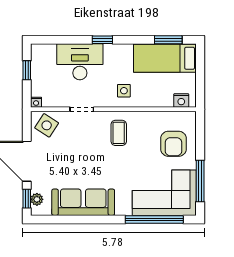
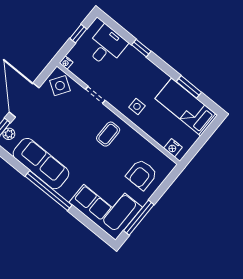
window: (102, 40) -> (141, 48), moved
window: (168, 40) -> (189, 87), moved
desk: (80, 62) -> (106, 46), moved, width x0.73
window: (154, 219) -> (49, 191), moved

